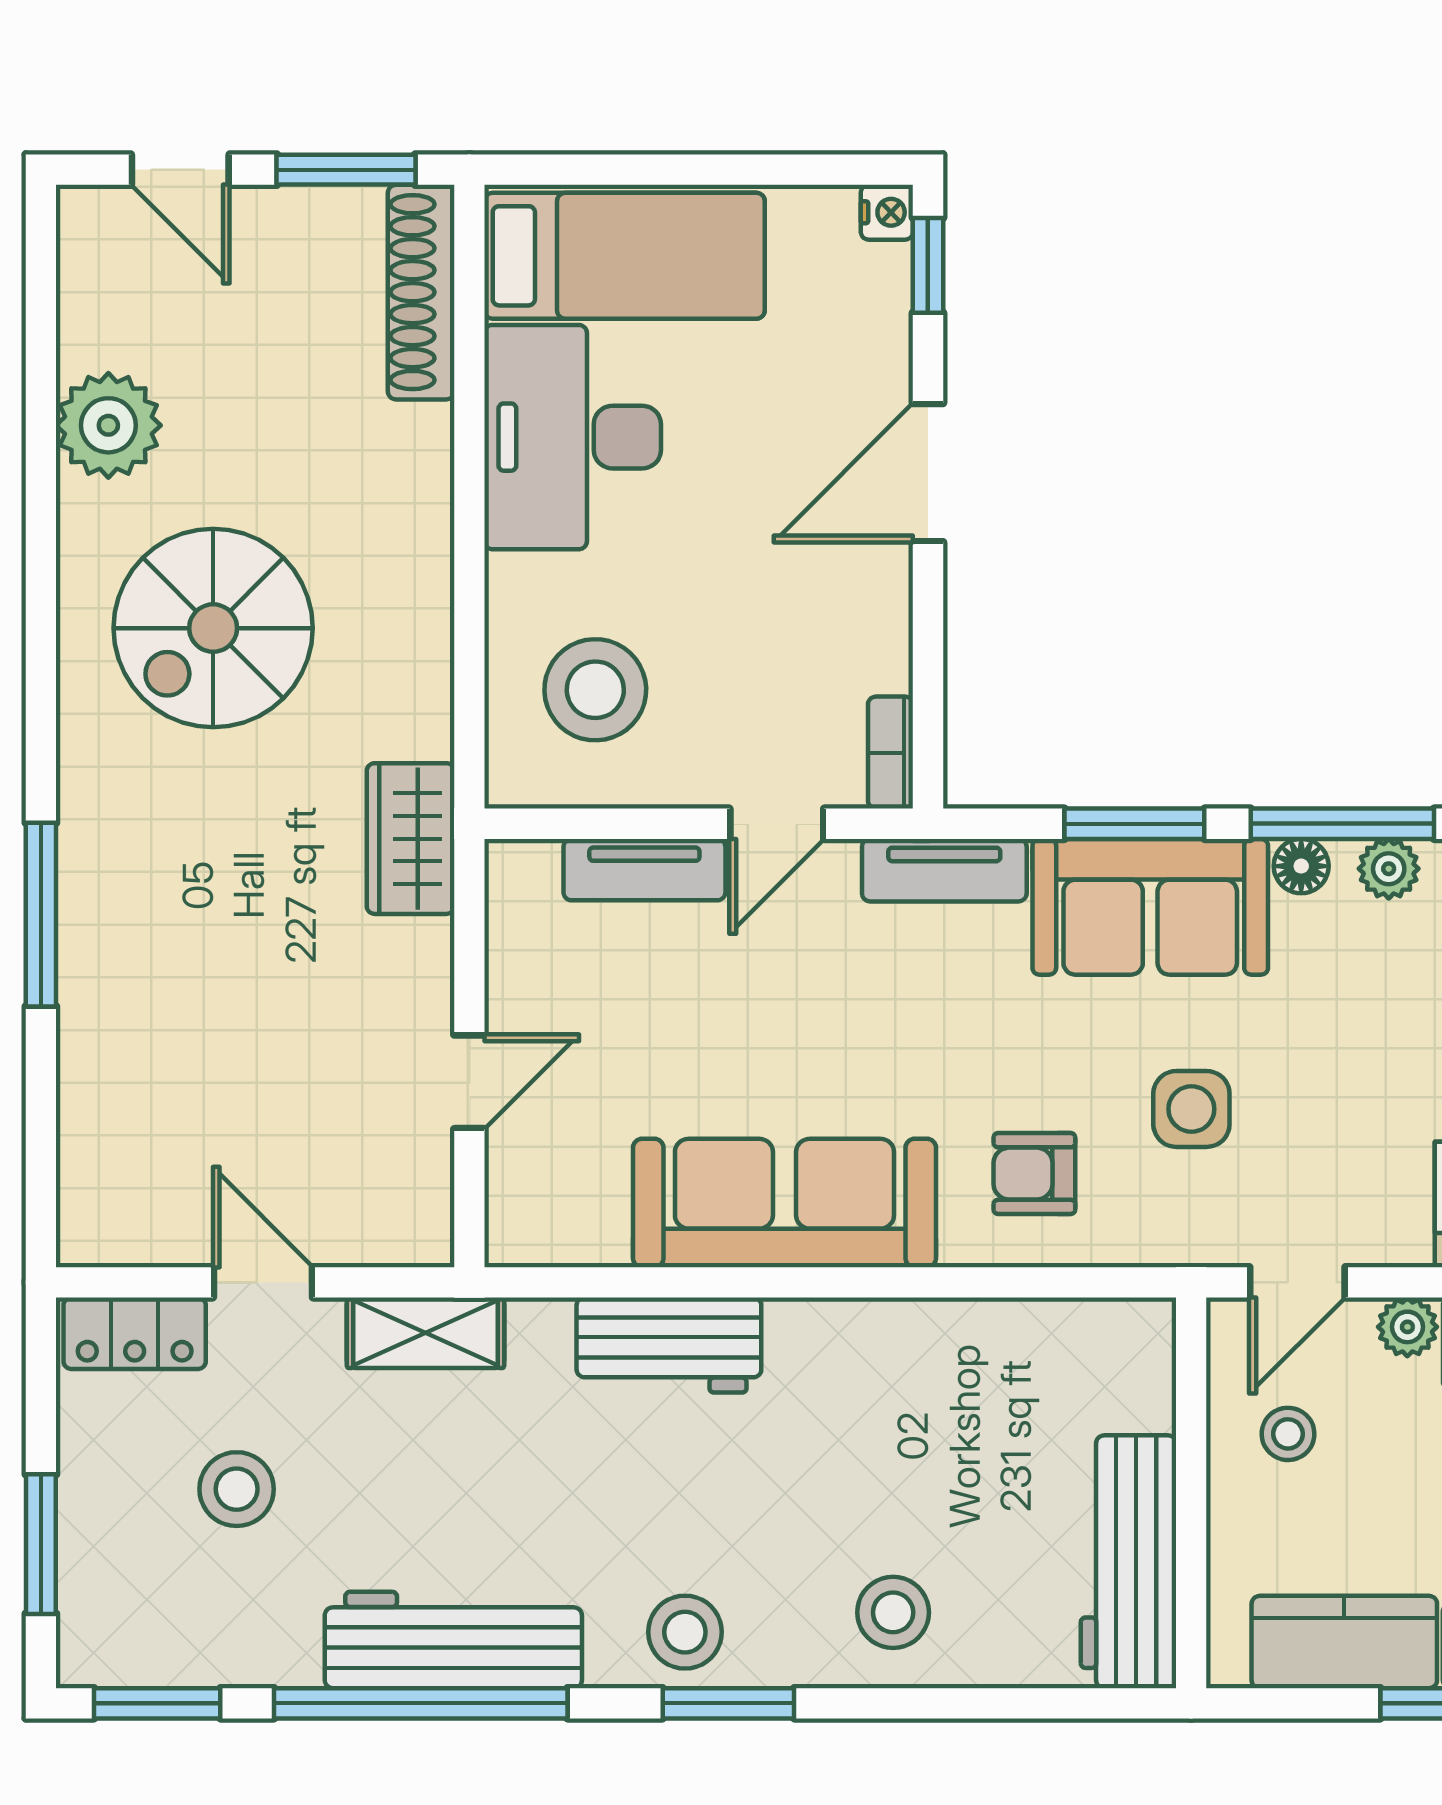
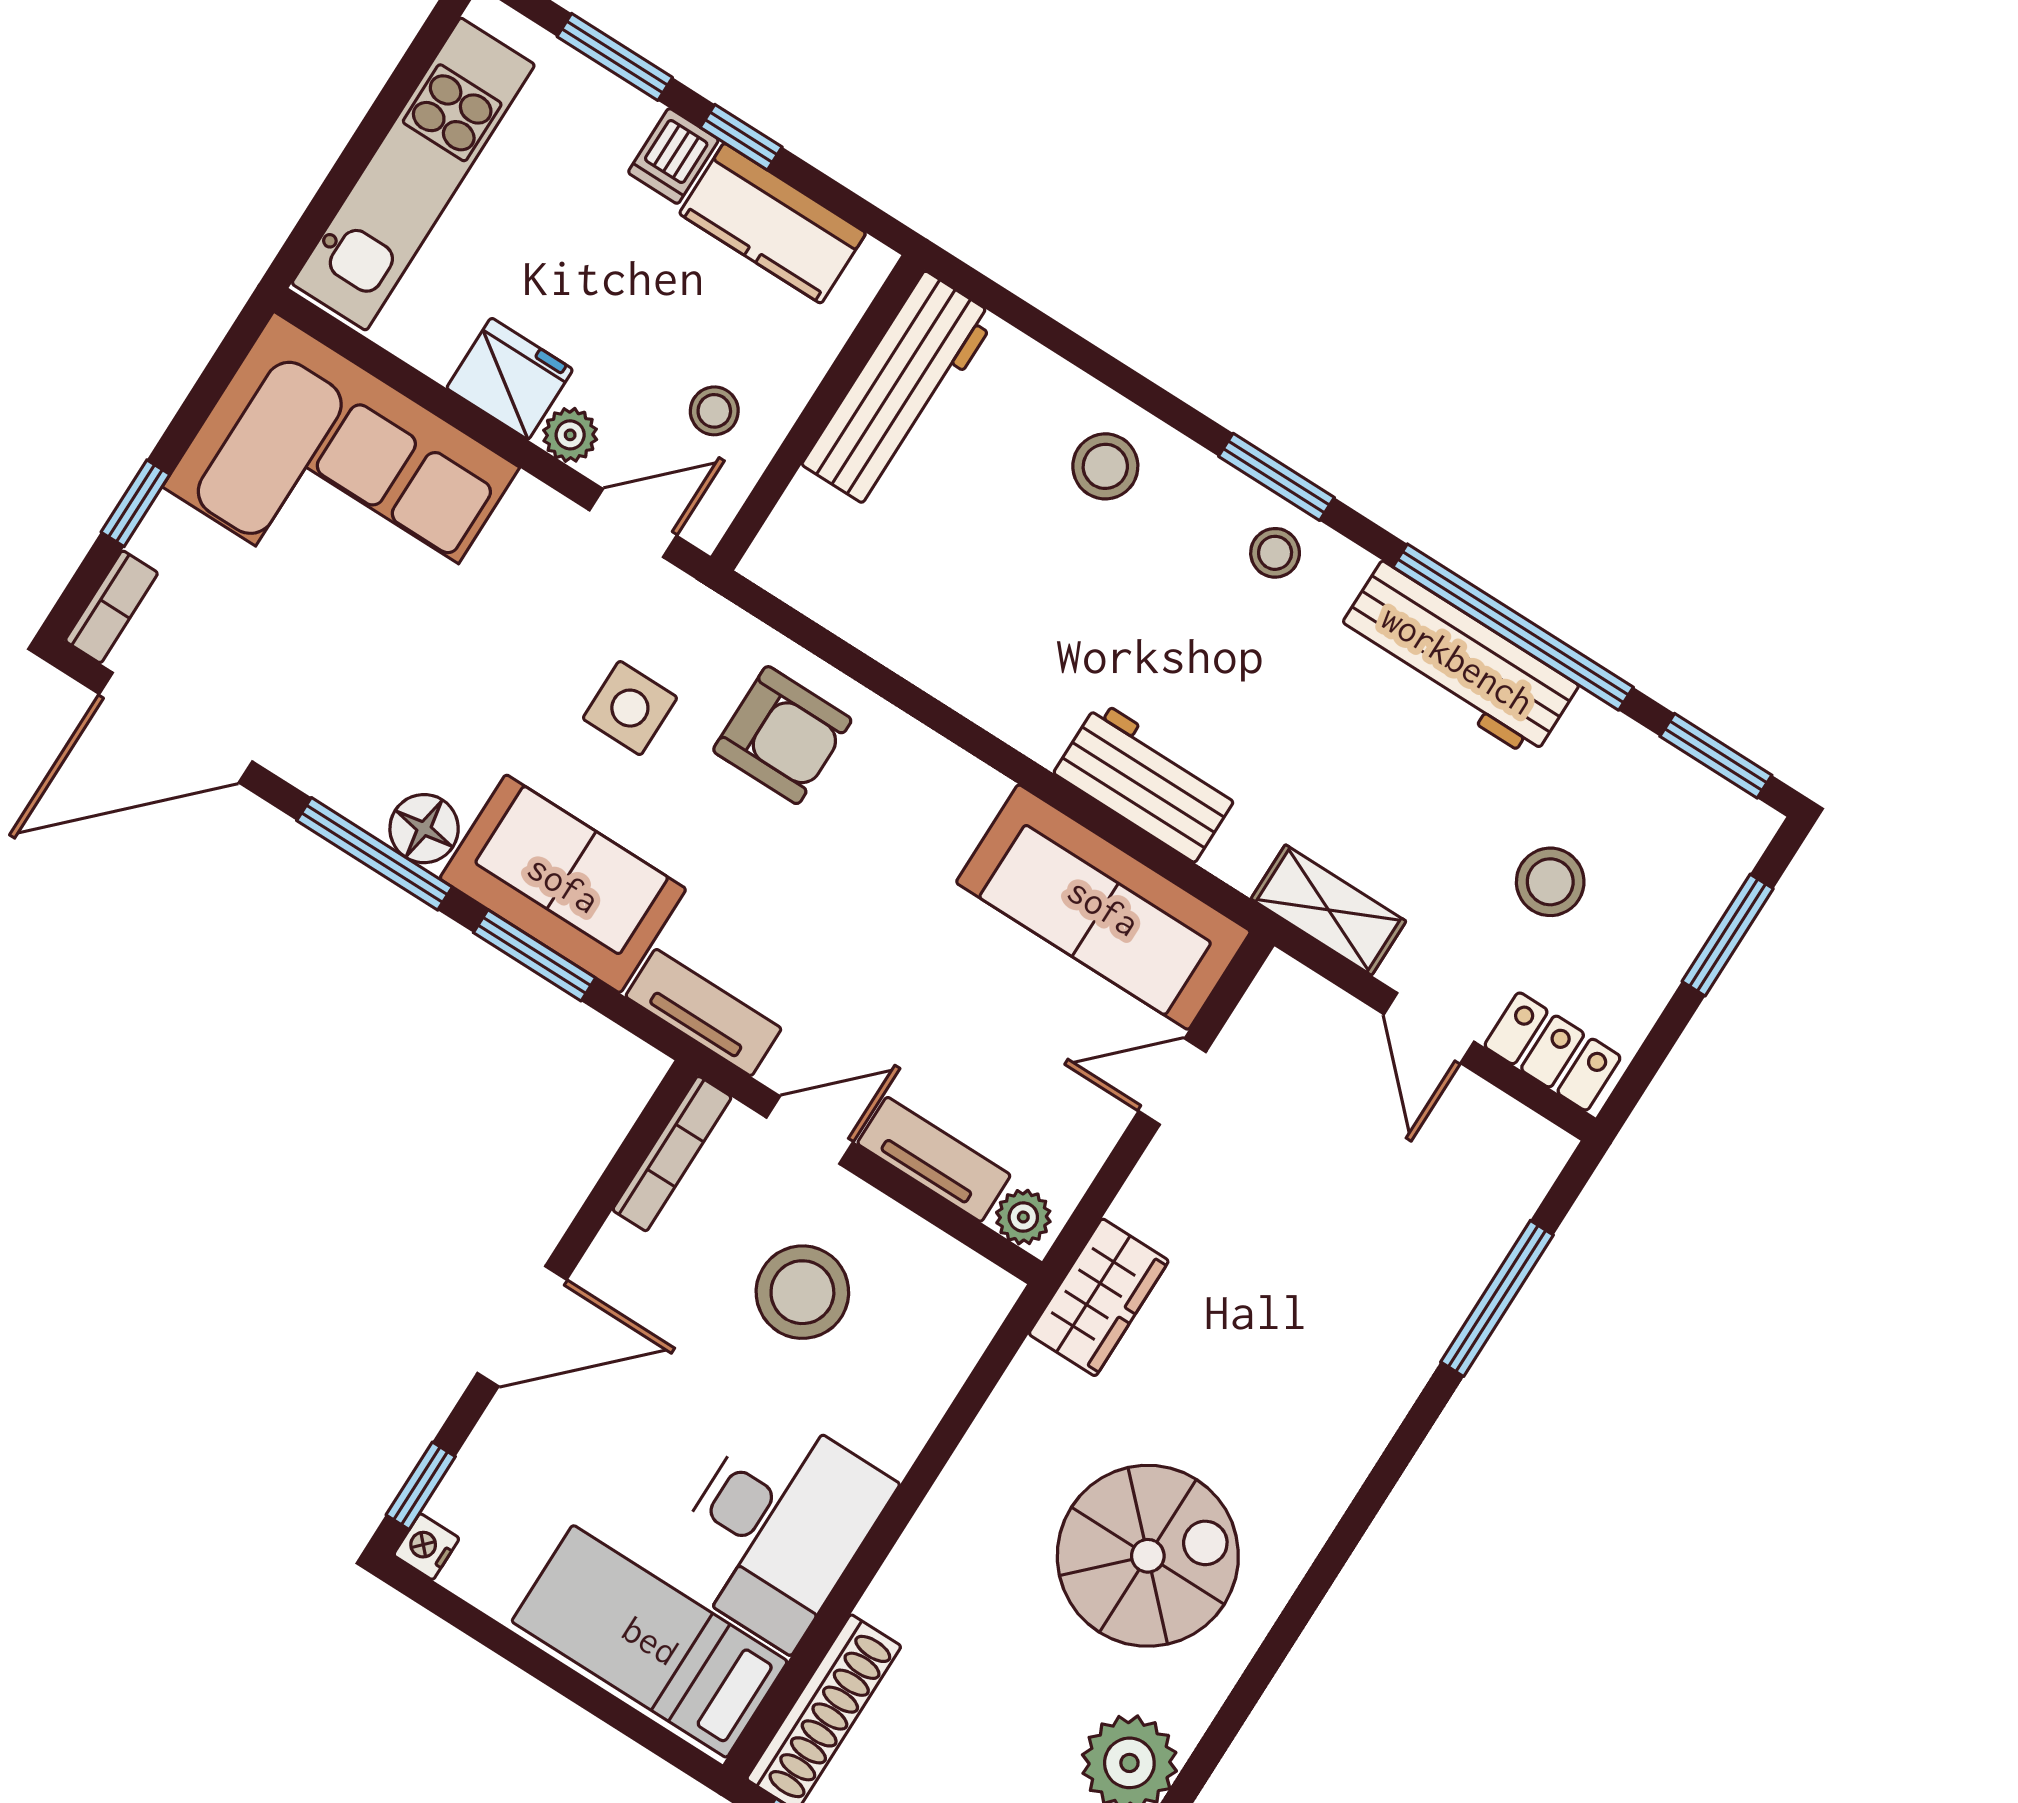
stool: (595, 690) -> (802, 1292), moved
bookcase: (890, 753) -> (672, 1154), width x1.56
floor lamp: (1301, 866) -> (424, 829), width x1.37, depth x1.37
plant: (1389, 869) -> (1023, 1217), moved
window: (41, 915) -> (1497, 1298), moved
armchair: (1034, 1174) -> (782, 735), width x1.38, depth x1.38
sofa: (784, 1203) -> (1103, 907), moved
stool: (685, 1632) -> (1275, 553), width x0.73, depth x0.73

